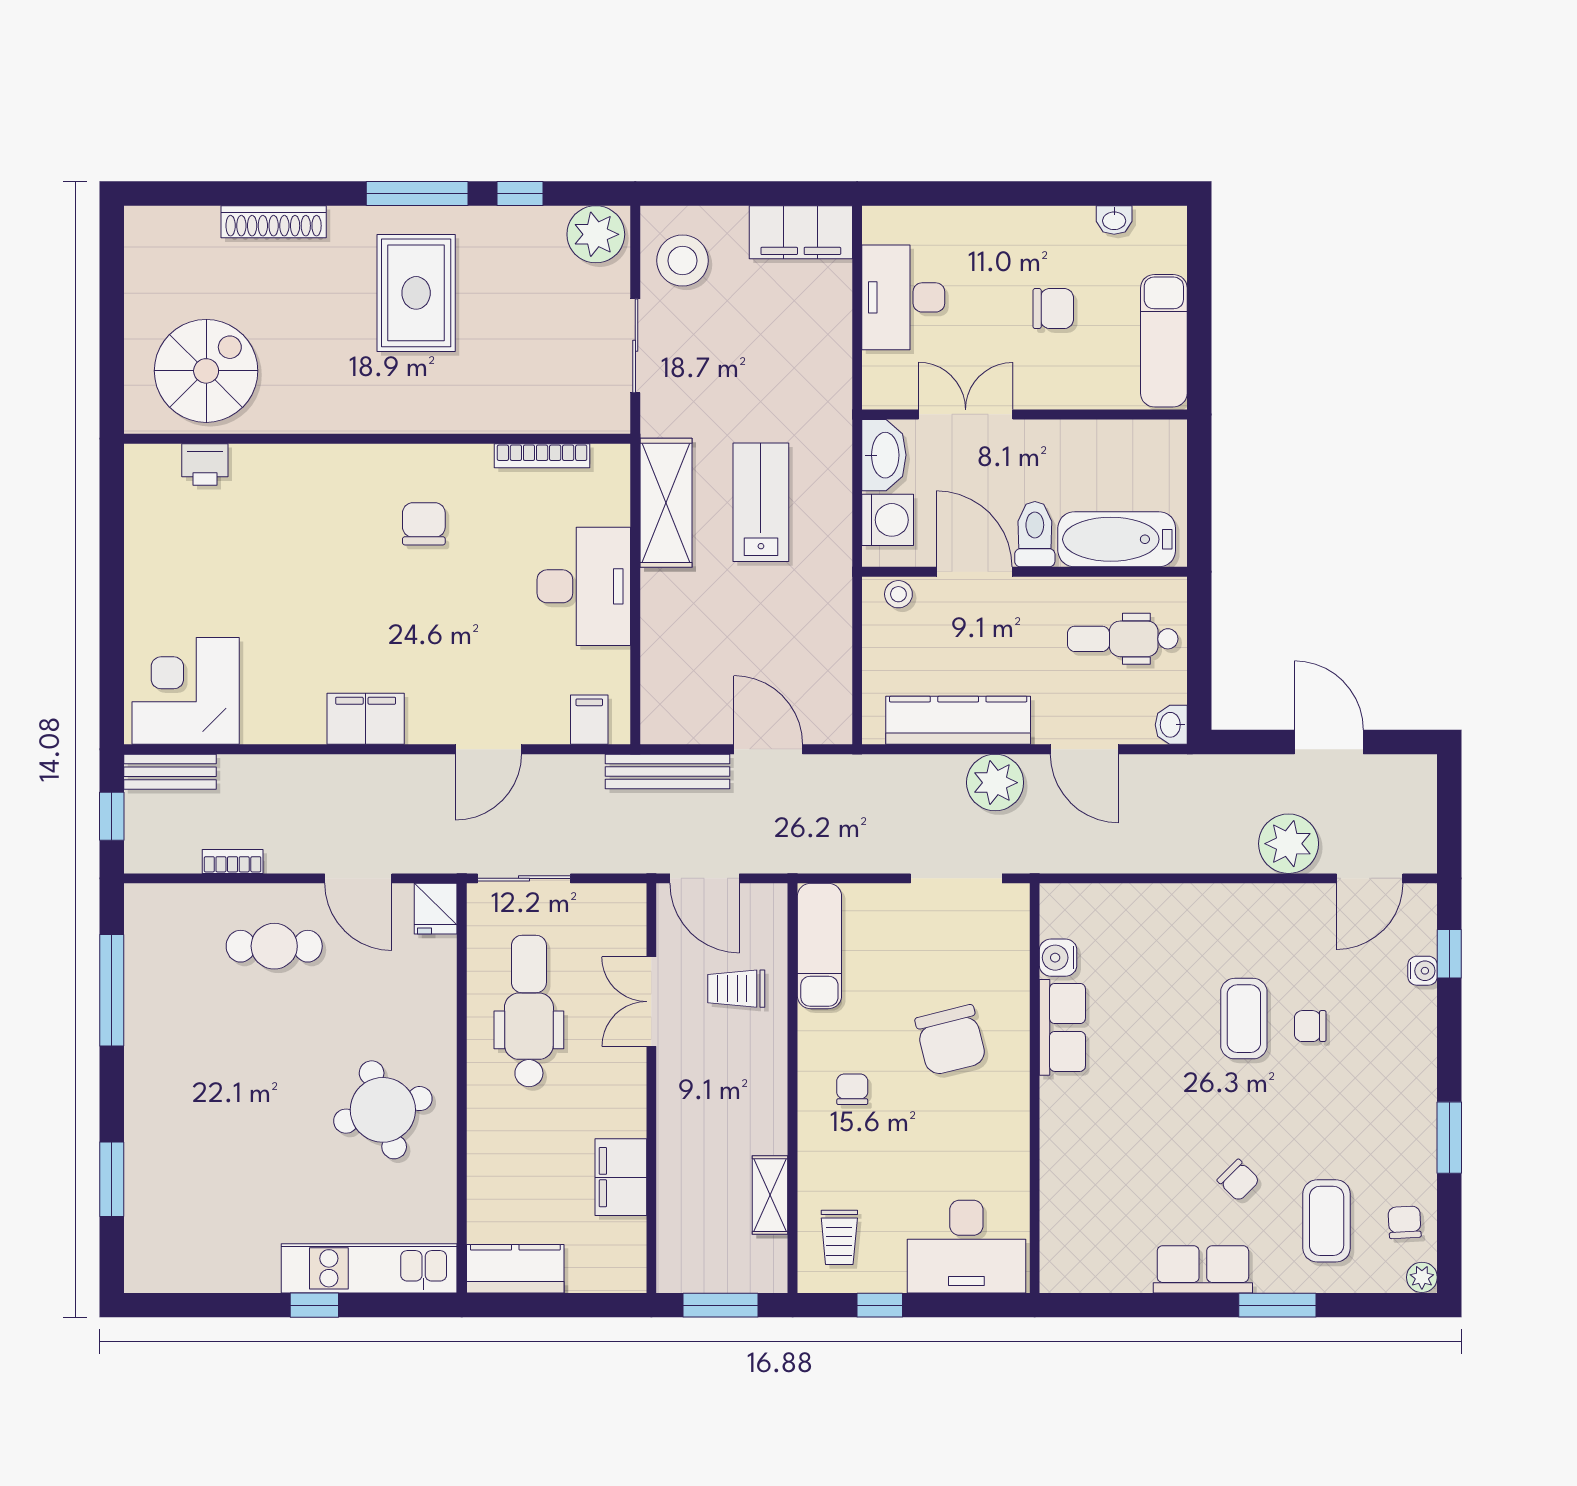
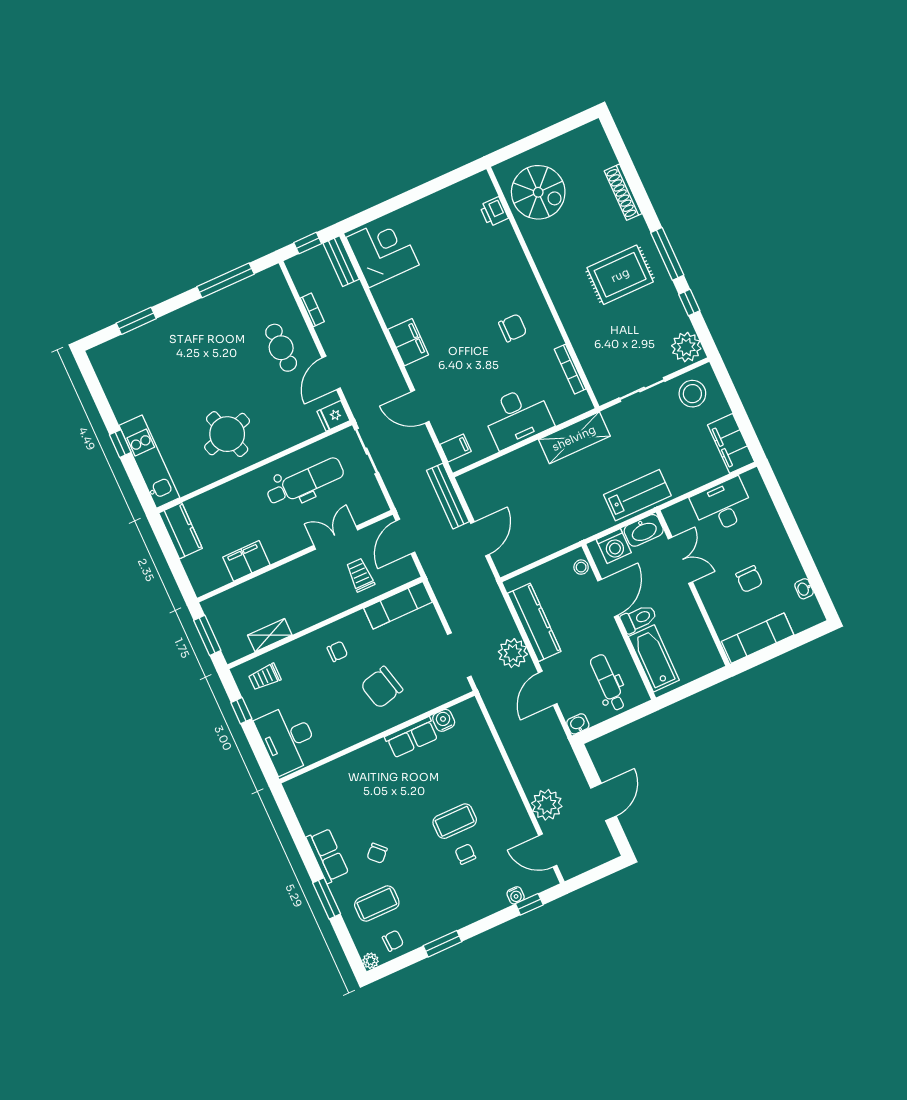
lab bench: (761, 502) -> (637, 495), moved

